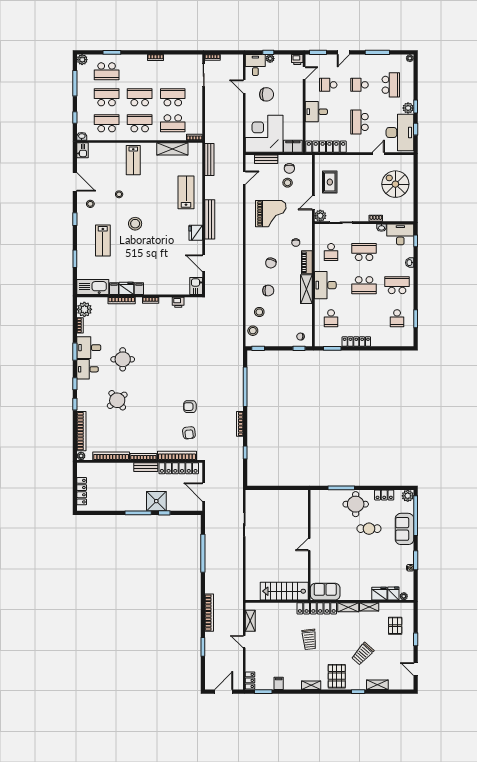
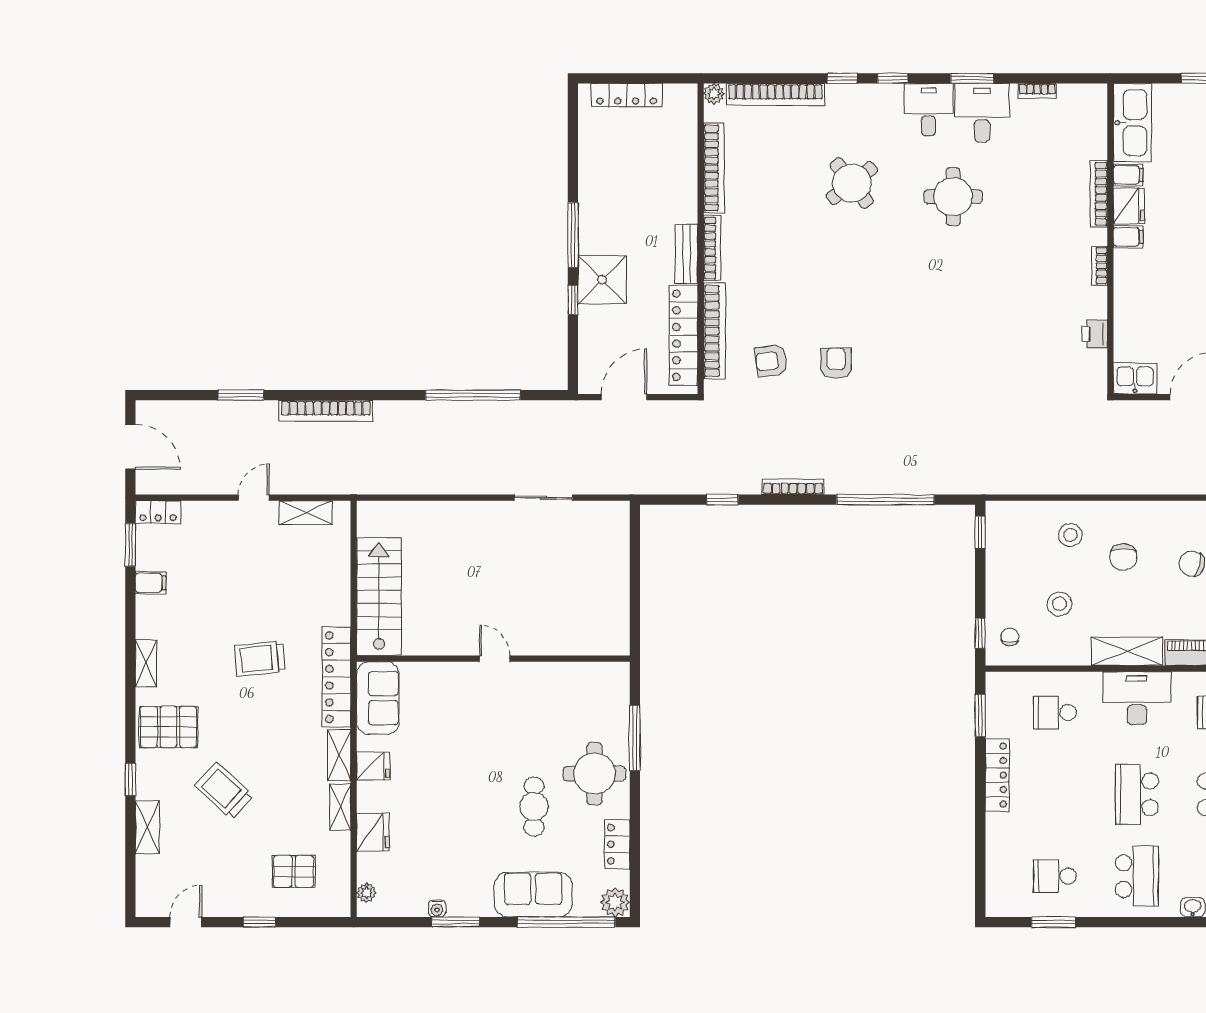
plant: (84, 309) -> (1077, 102), removed
stool: (253, 331) -> (1059, 604), moved
fridge: (393, 593) -> (373, 766), moved

